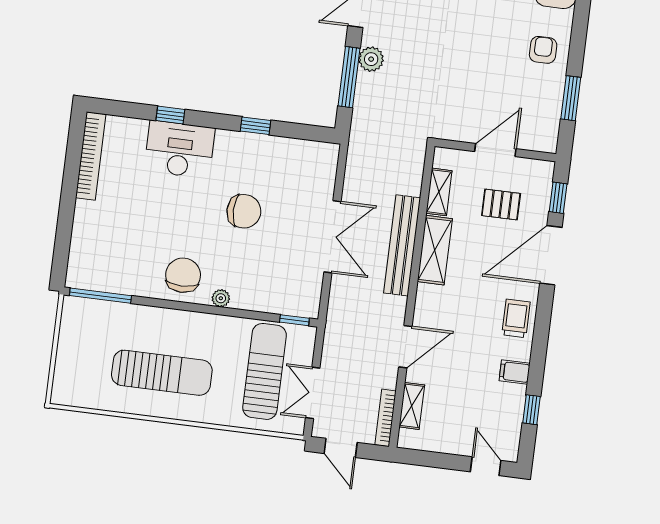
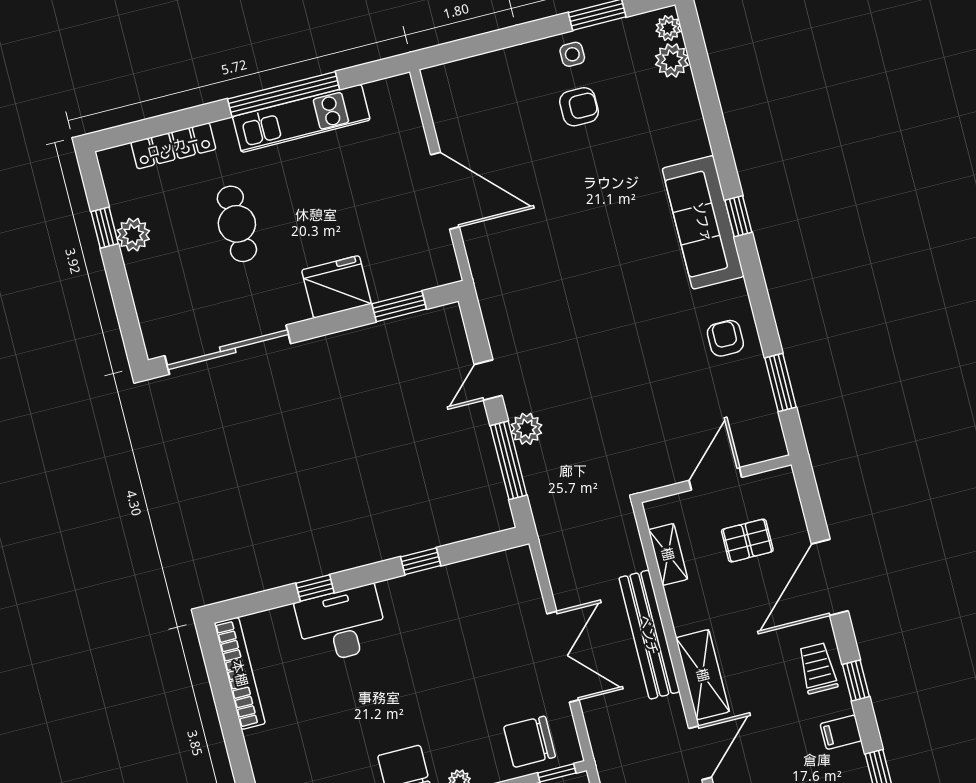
window: (558, 198) -> (856, 680), moved
chair: (244, 211) -> (530, 742), moved, turned 180
shelving: (435, 250) -> (703, 675), moved

